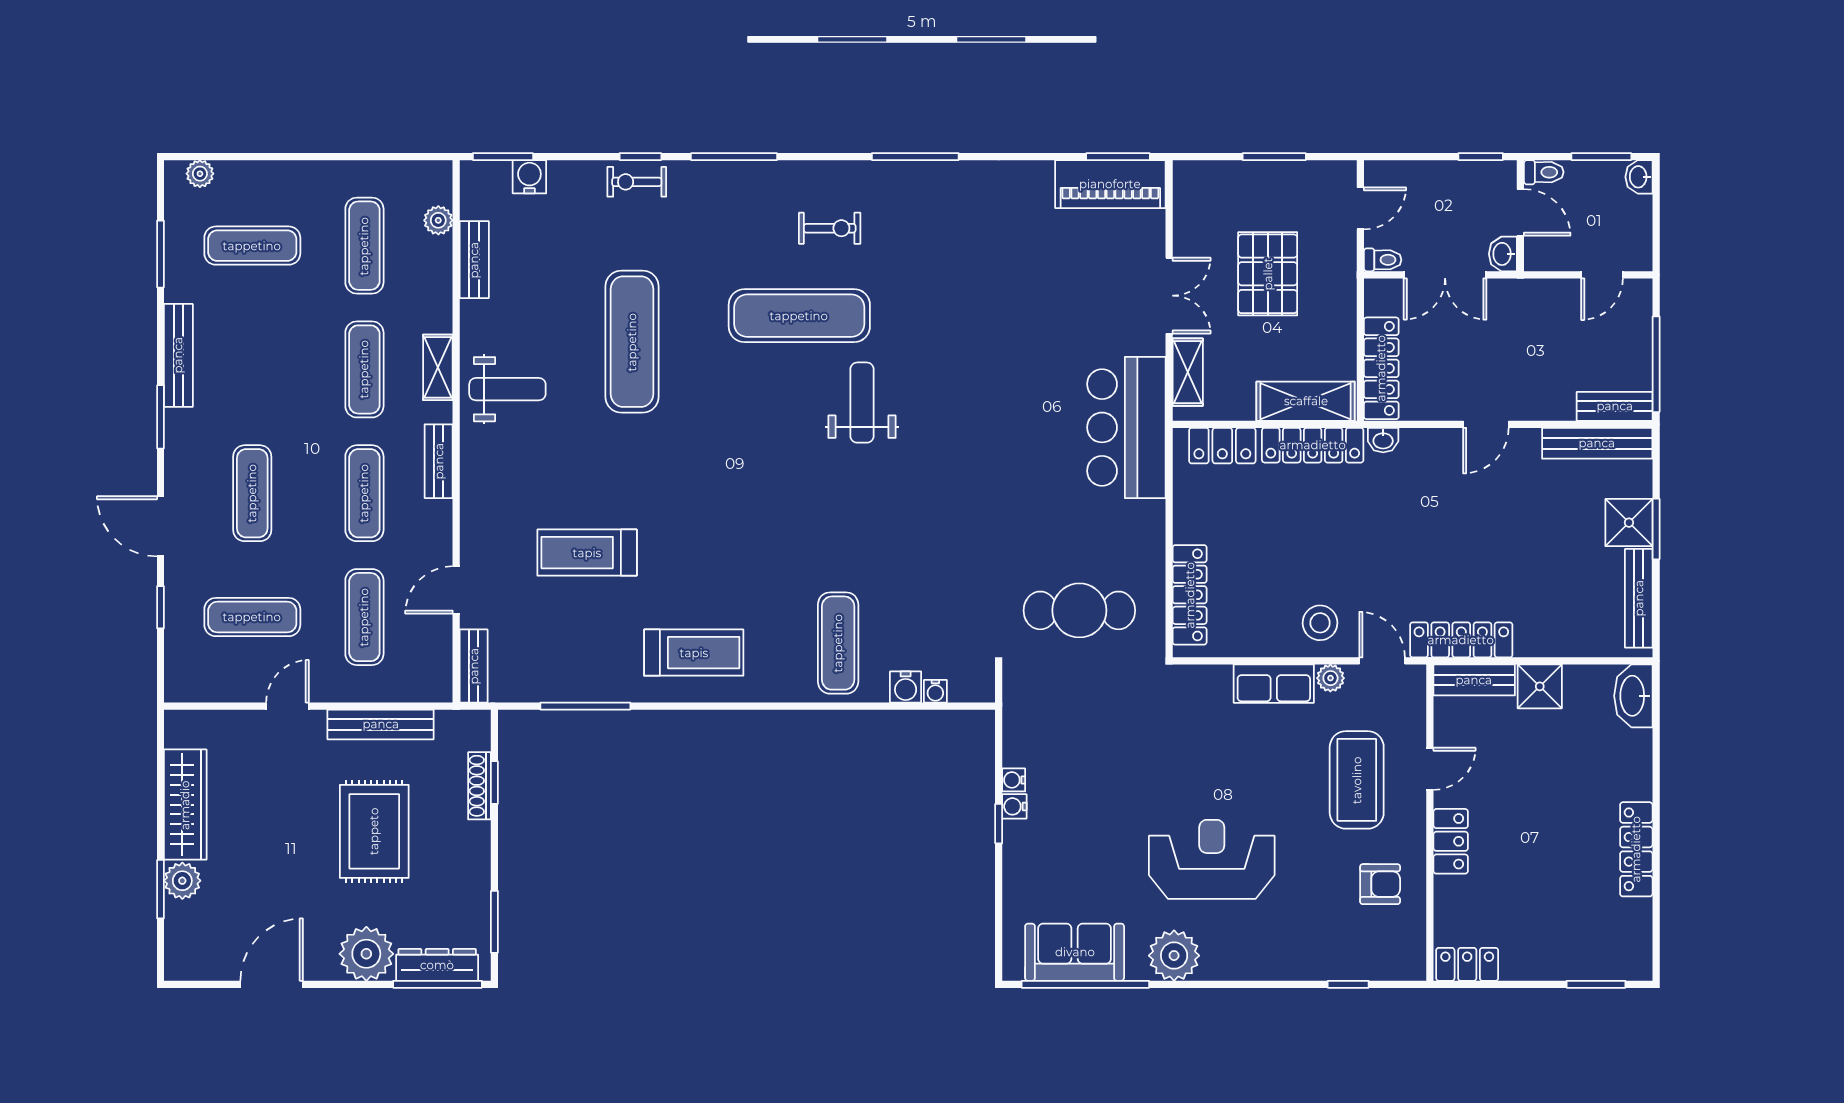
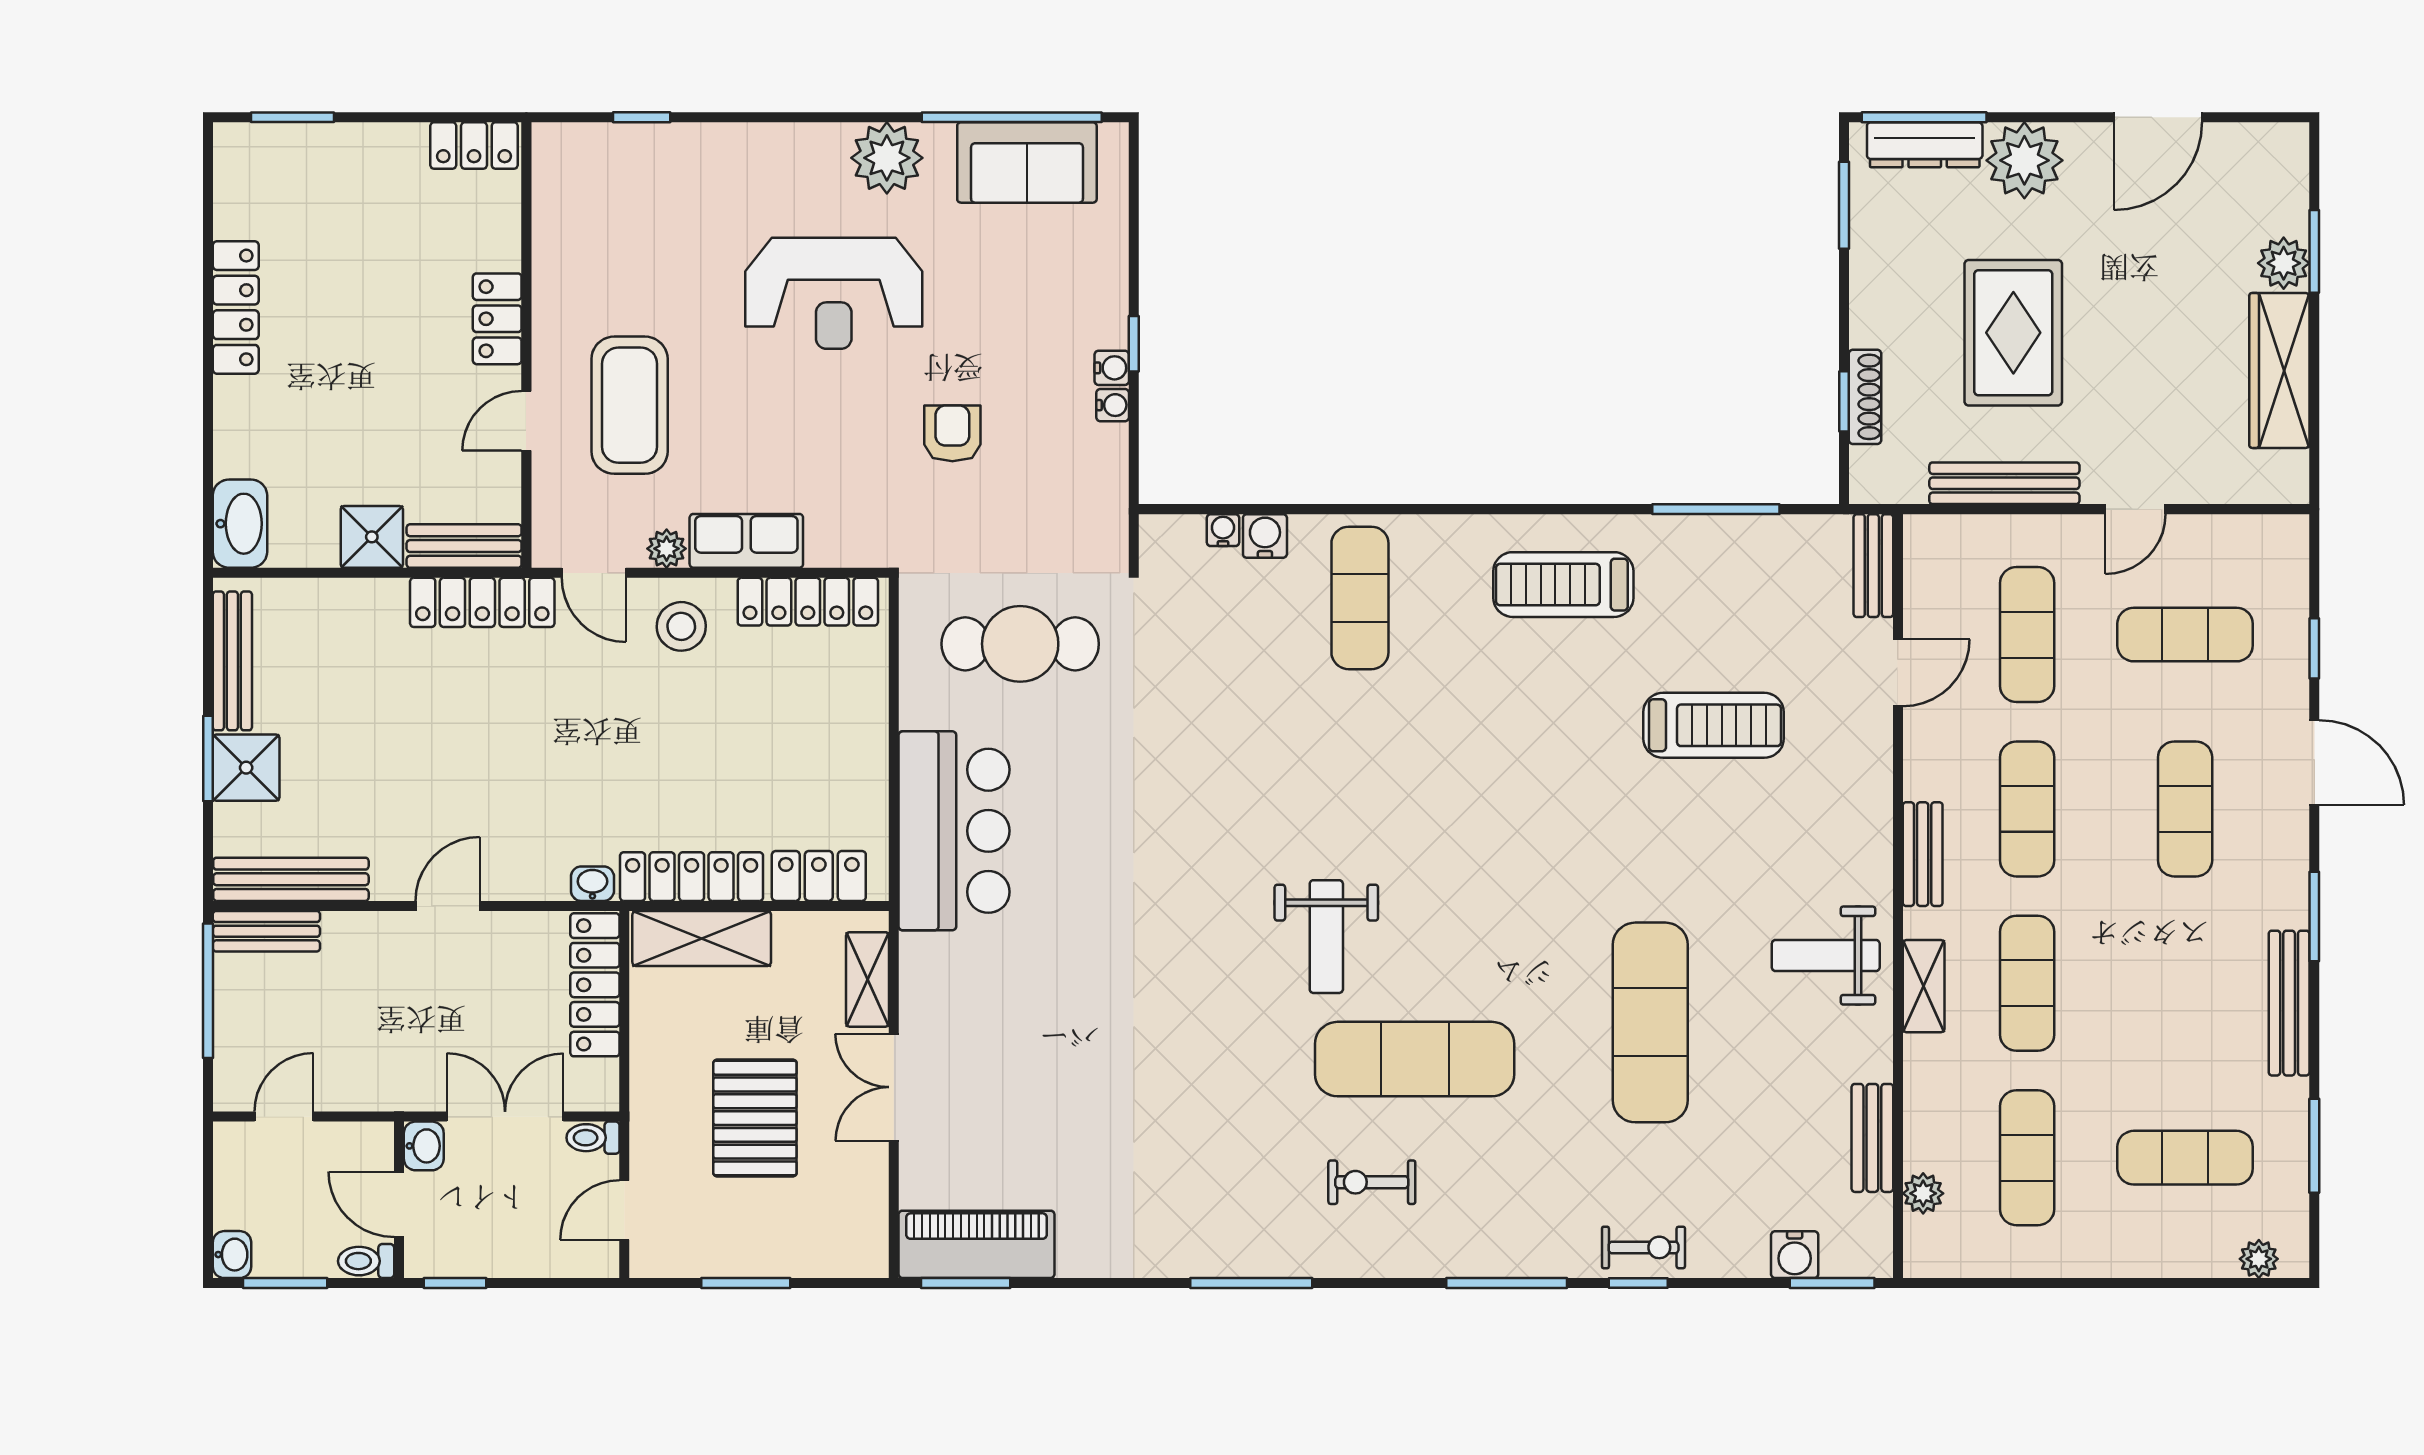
bar counter: (1126, 427) -> (954, 831), moved
locker: (1190, 595) -> (808, 602), moved, turned -90
armchair: (1380, 884) -> (952, 433), moved, turned 90

